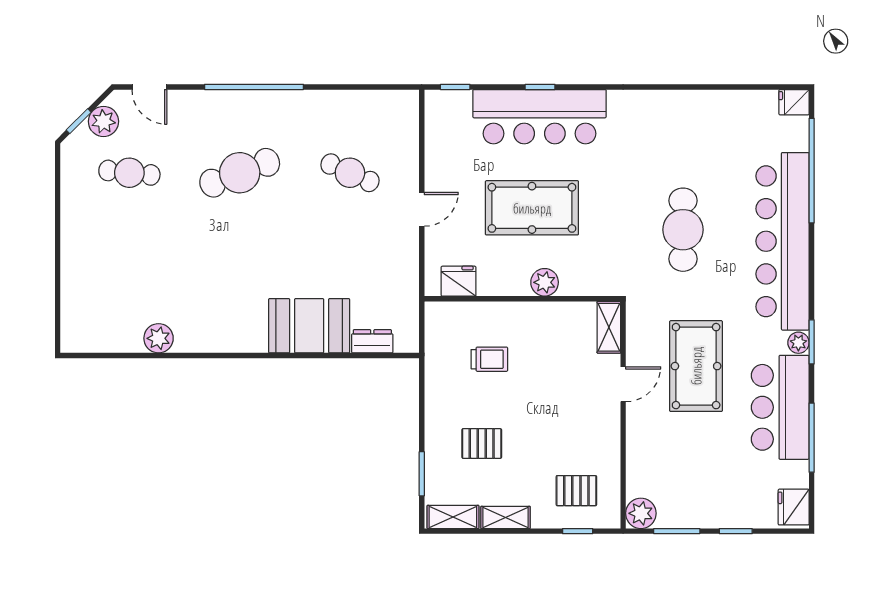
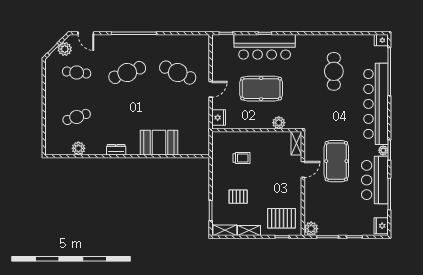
cafe table: (350, 173) -> (178, 73), width x1.37, depth x1.35
cafe table: (683, 230) -> (334, 71), moved
cafe table: (129, 270) -> (77, 117), added
fridge: (459, 281) -> (219, 118), moved, turned 90
plant: (545, 282) -> (279, 123), moved
plant: (159, 338) -> (78, 148), moved
dresser: (372, 341) -> (116, 150), moved
pallet: (576, 491) -> (281, 218), width x1.50, depth x1.42

